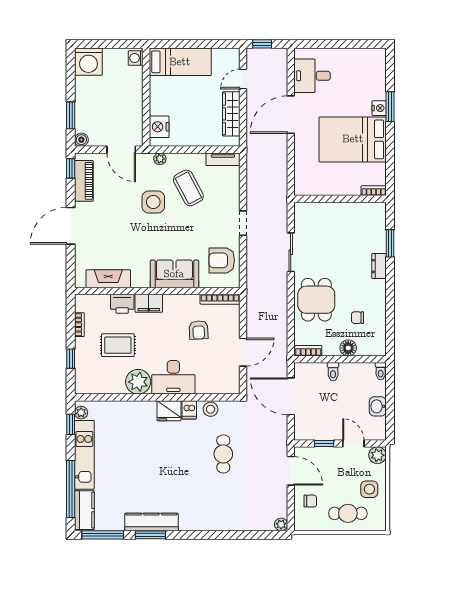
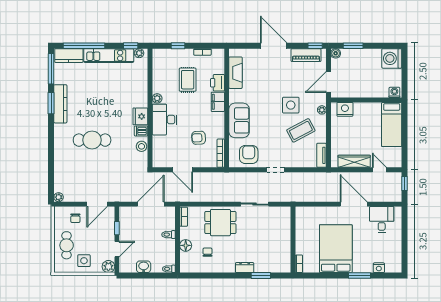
nightstand: (379, 108) -> (379, 268), moved
plant: (138, 382) -> (157, 98), width x0.53, depth x0.53
cafe table: (223, 454) -> (92, 140), moved, width x1.37, depth x1.35

